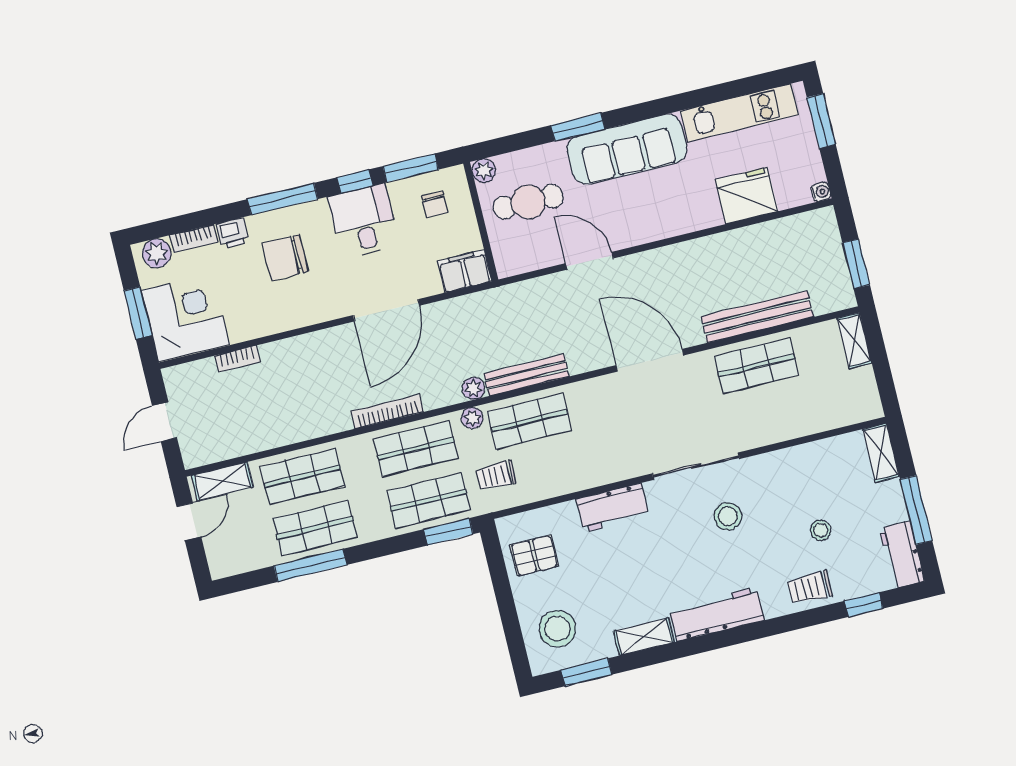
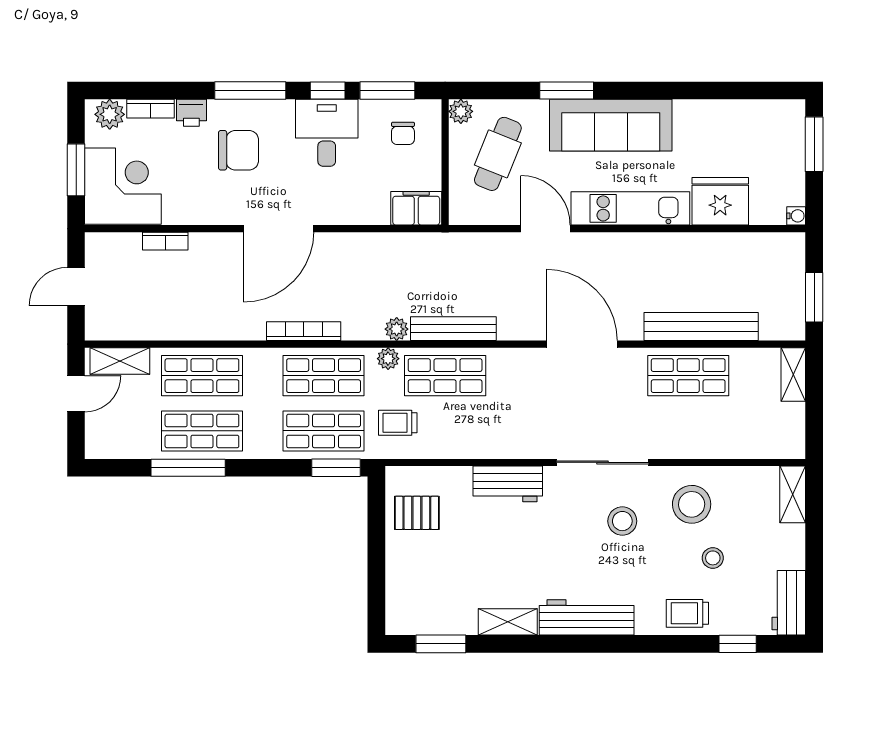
kitchen unit: (740, 113) -> (630, 208), moved, turned 180
cafe table: (528, 202) -> (498, 154), turned -68
chair: (285, 257) -> (239, 150), turned 180
door: (386, 310) -> (279, 229), moved
window: (916, 510) -> (814, 561), removed
stool: (557, 629) -> (692, 504), moved

